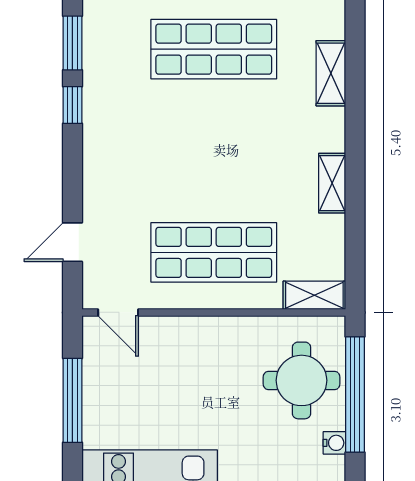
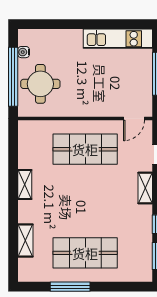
shelving: (314, 295) -> (145, 188), moved, turned 90
door: (118, 312) -> (134, 119), swing flipped

